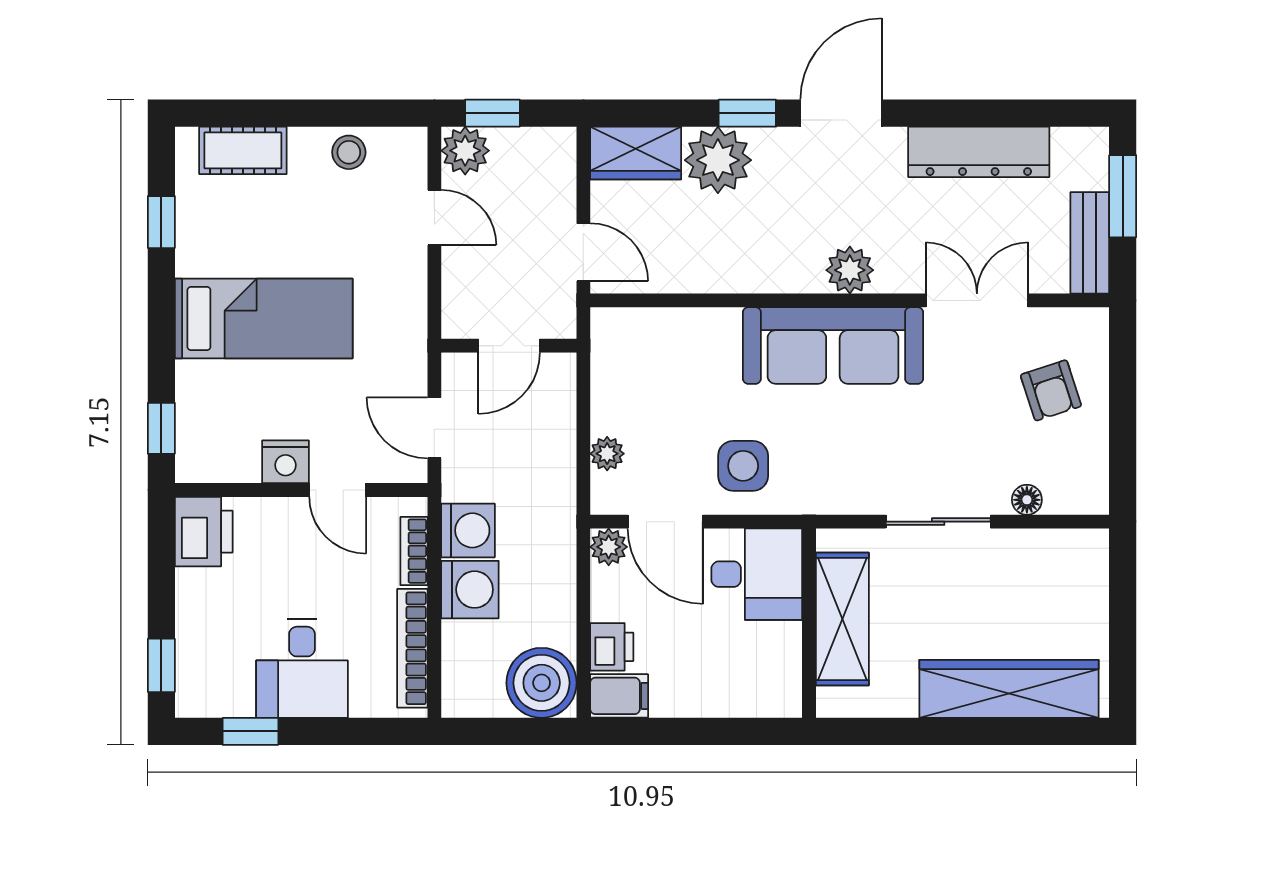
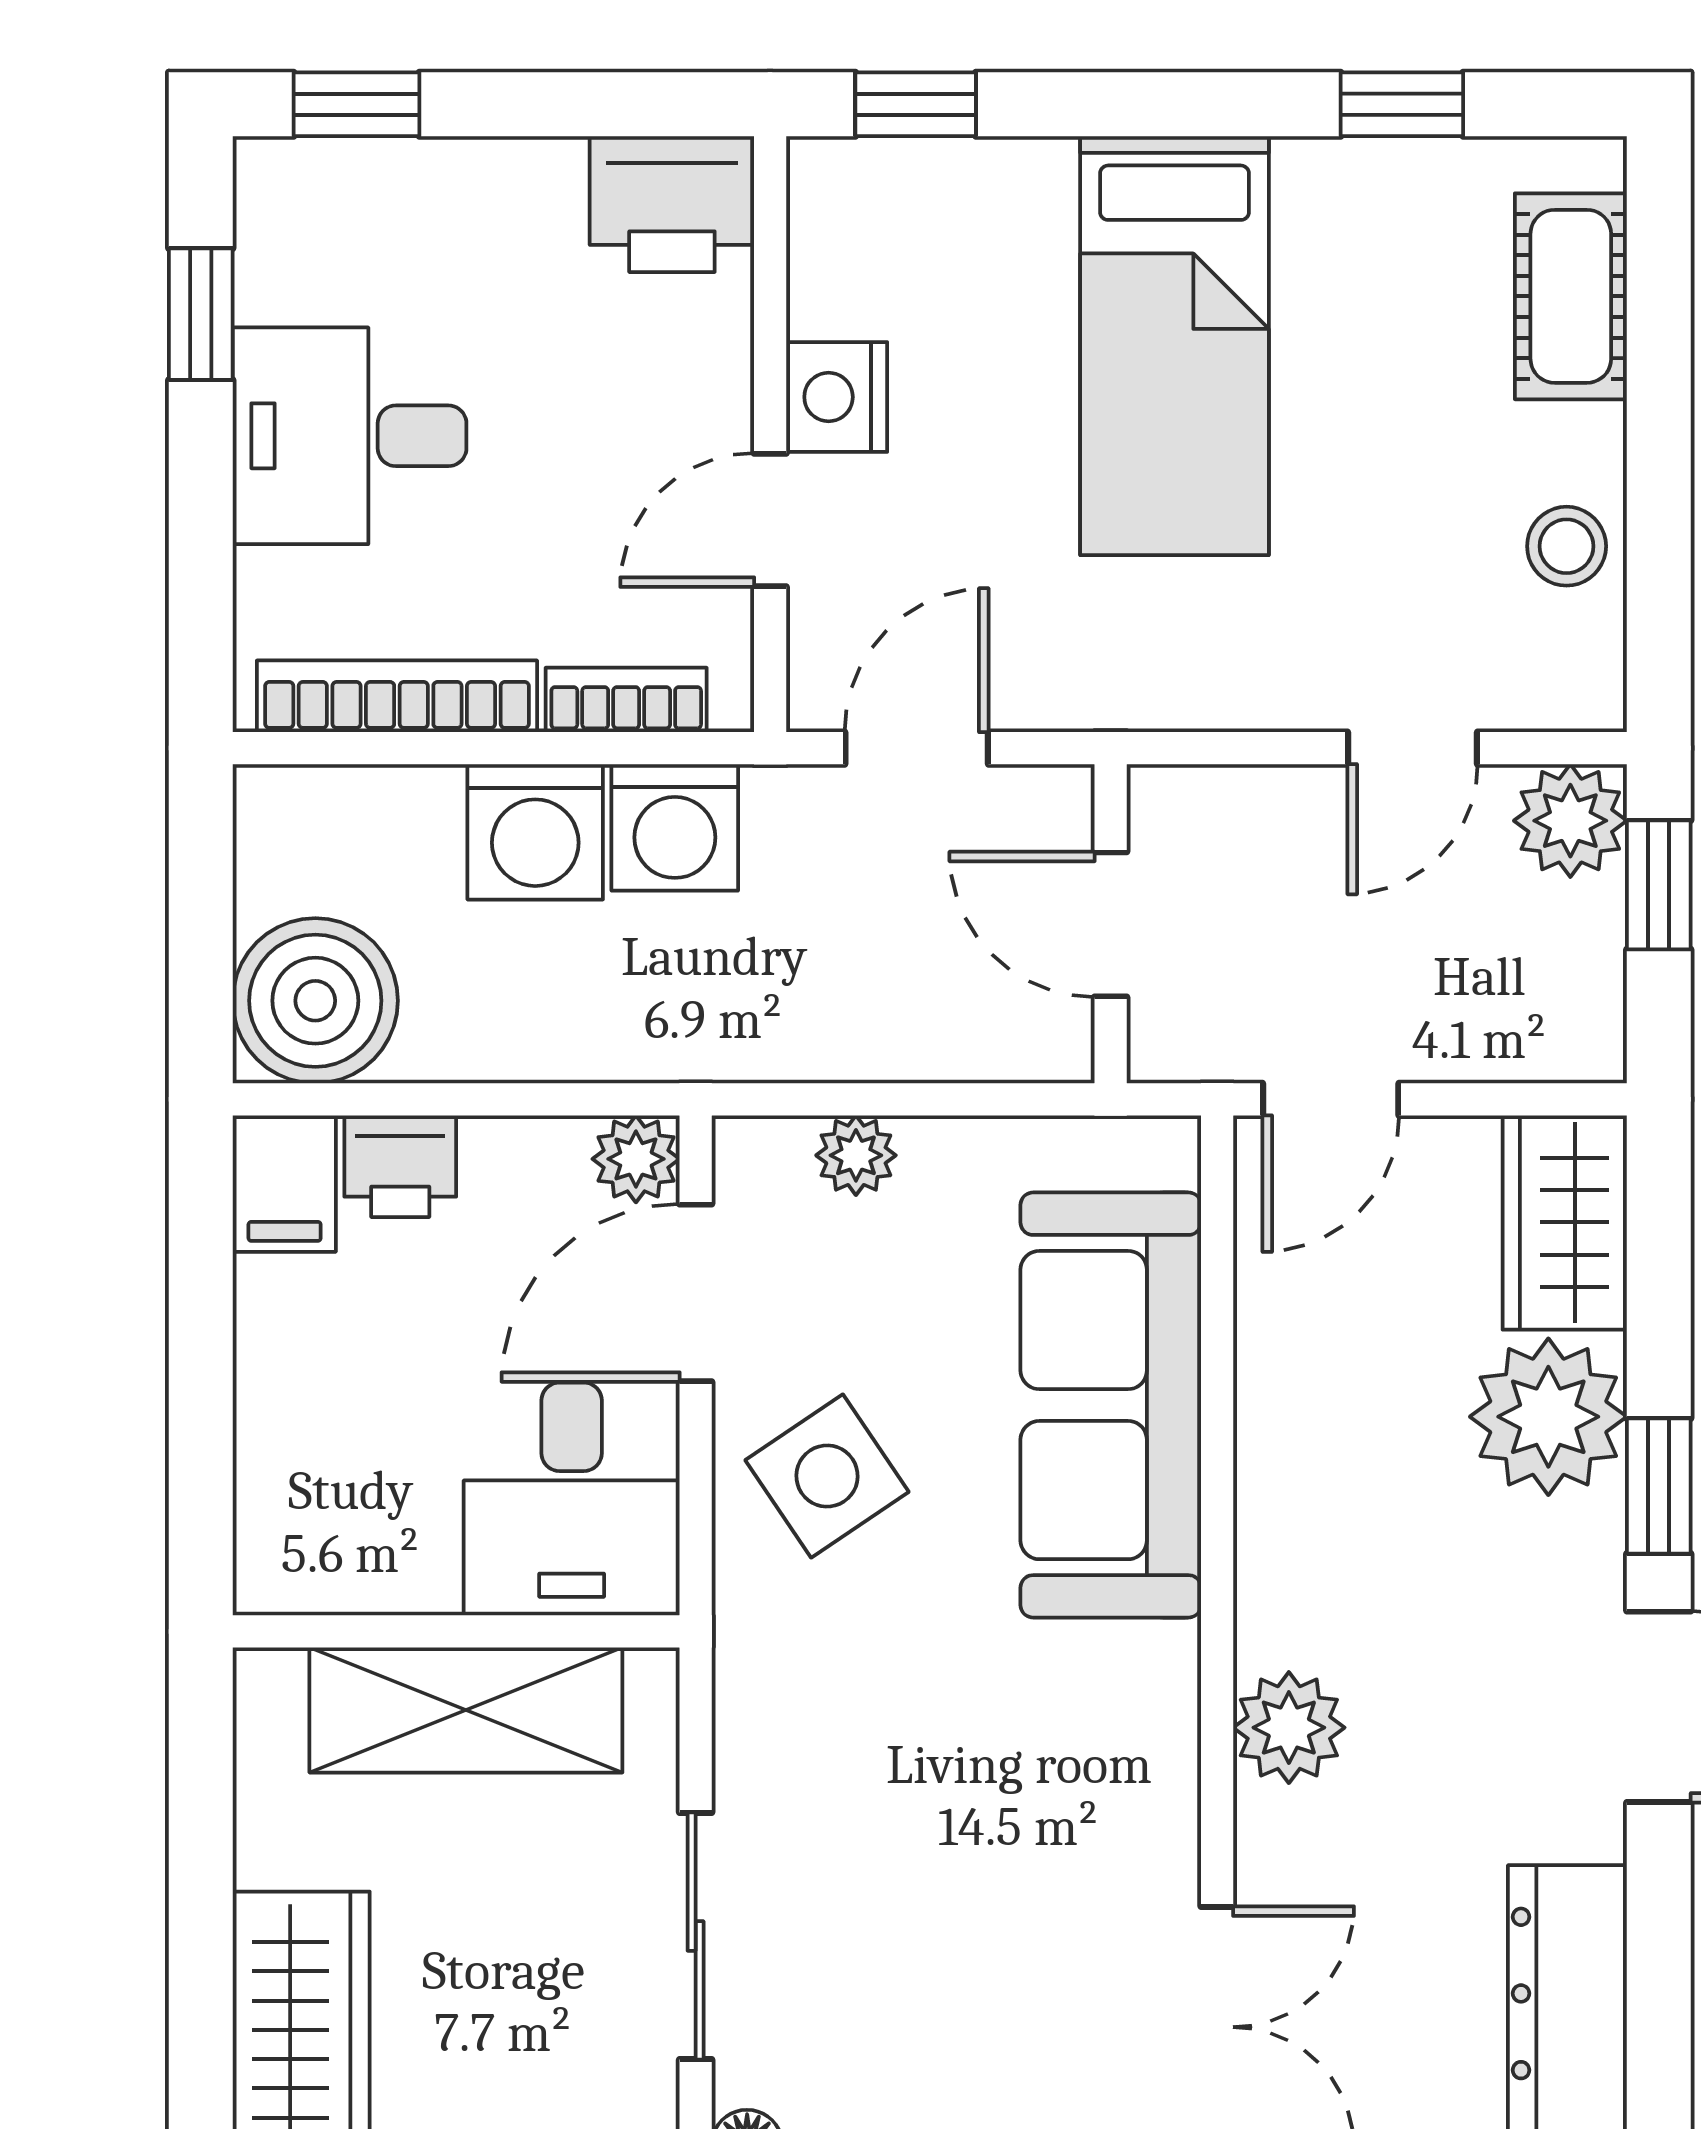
sofa: (833, 346) -> (1111, 1405), moved
side table: (743, 466) -> (827, 1476), turned -34

